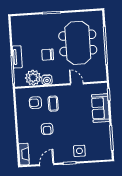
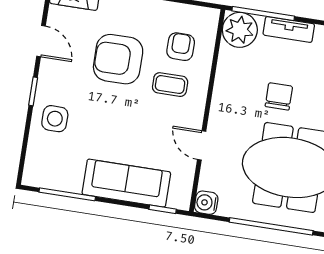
plant: (33, 78) -> (240, 30), moved
water cooler: (47, 80) -> (206, 203), moved
door: (77, 84) -> (202, 145), swing flipped
sofa: (100, 108) -> (126, 183), width x1.36
armchair: (47, 129) -> (118, 59), width x1.88, depth x1.88

